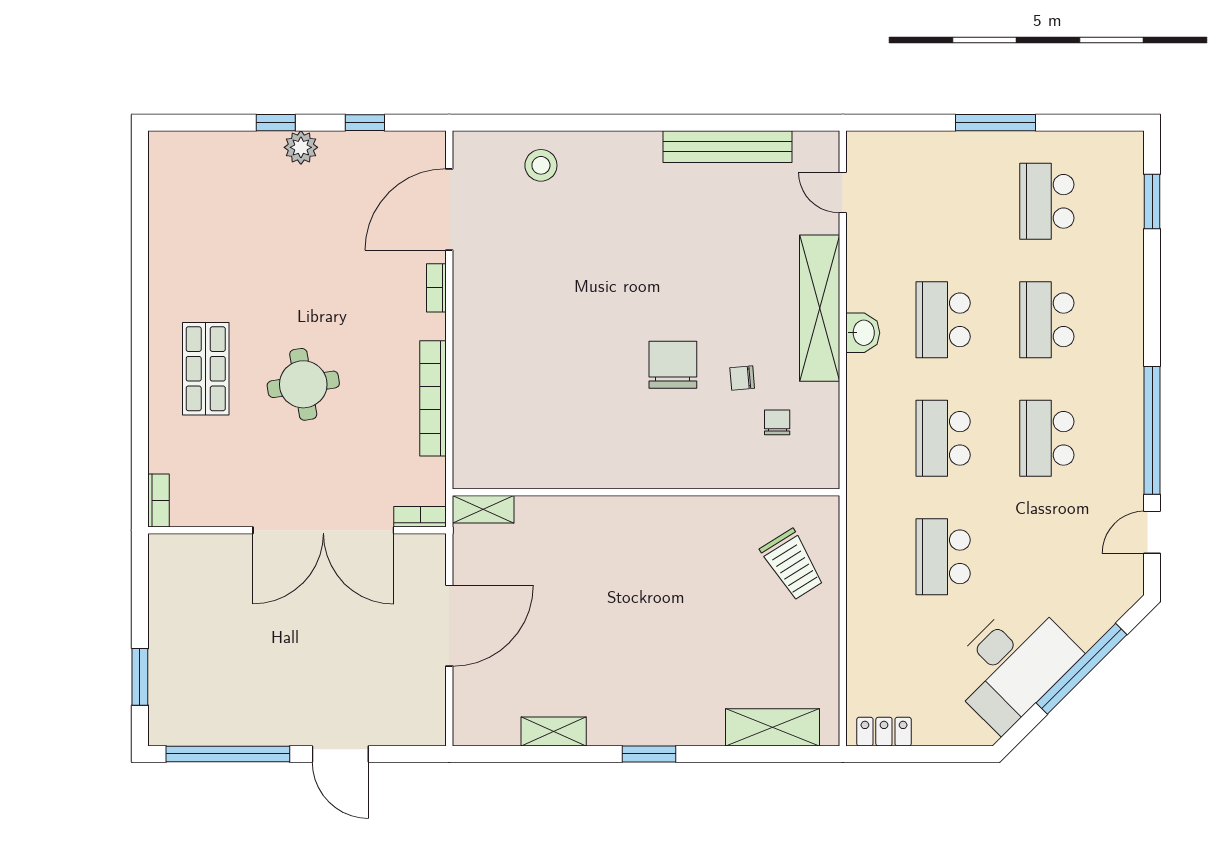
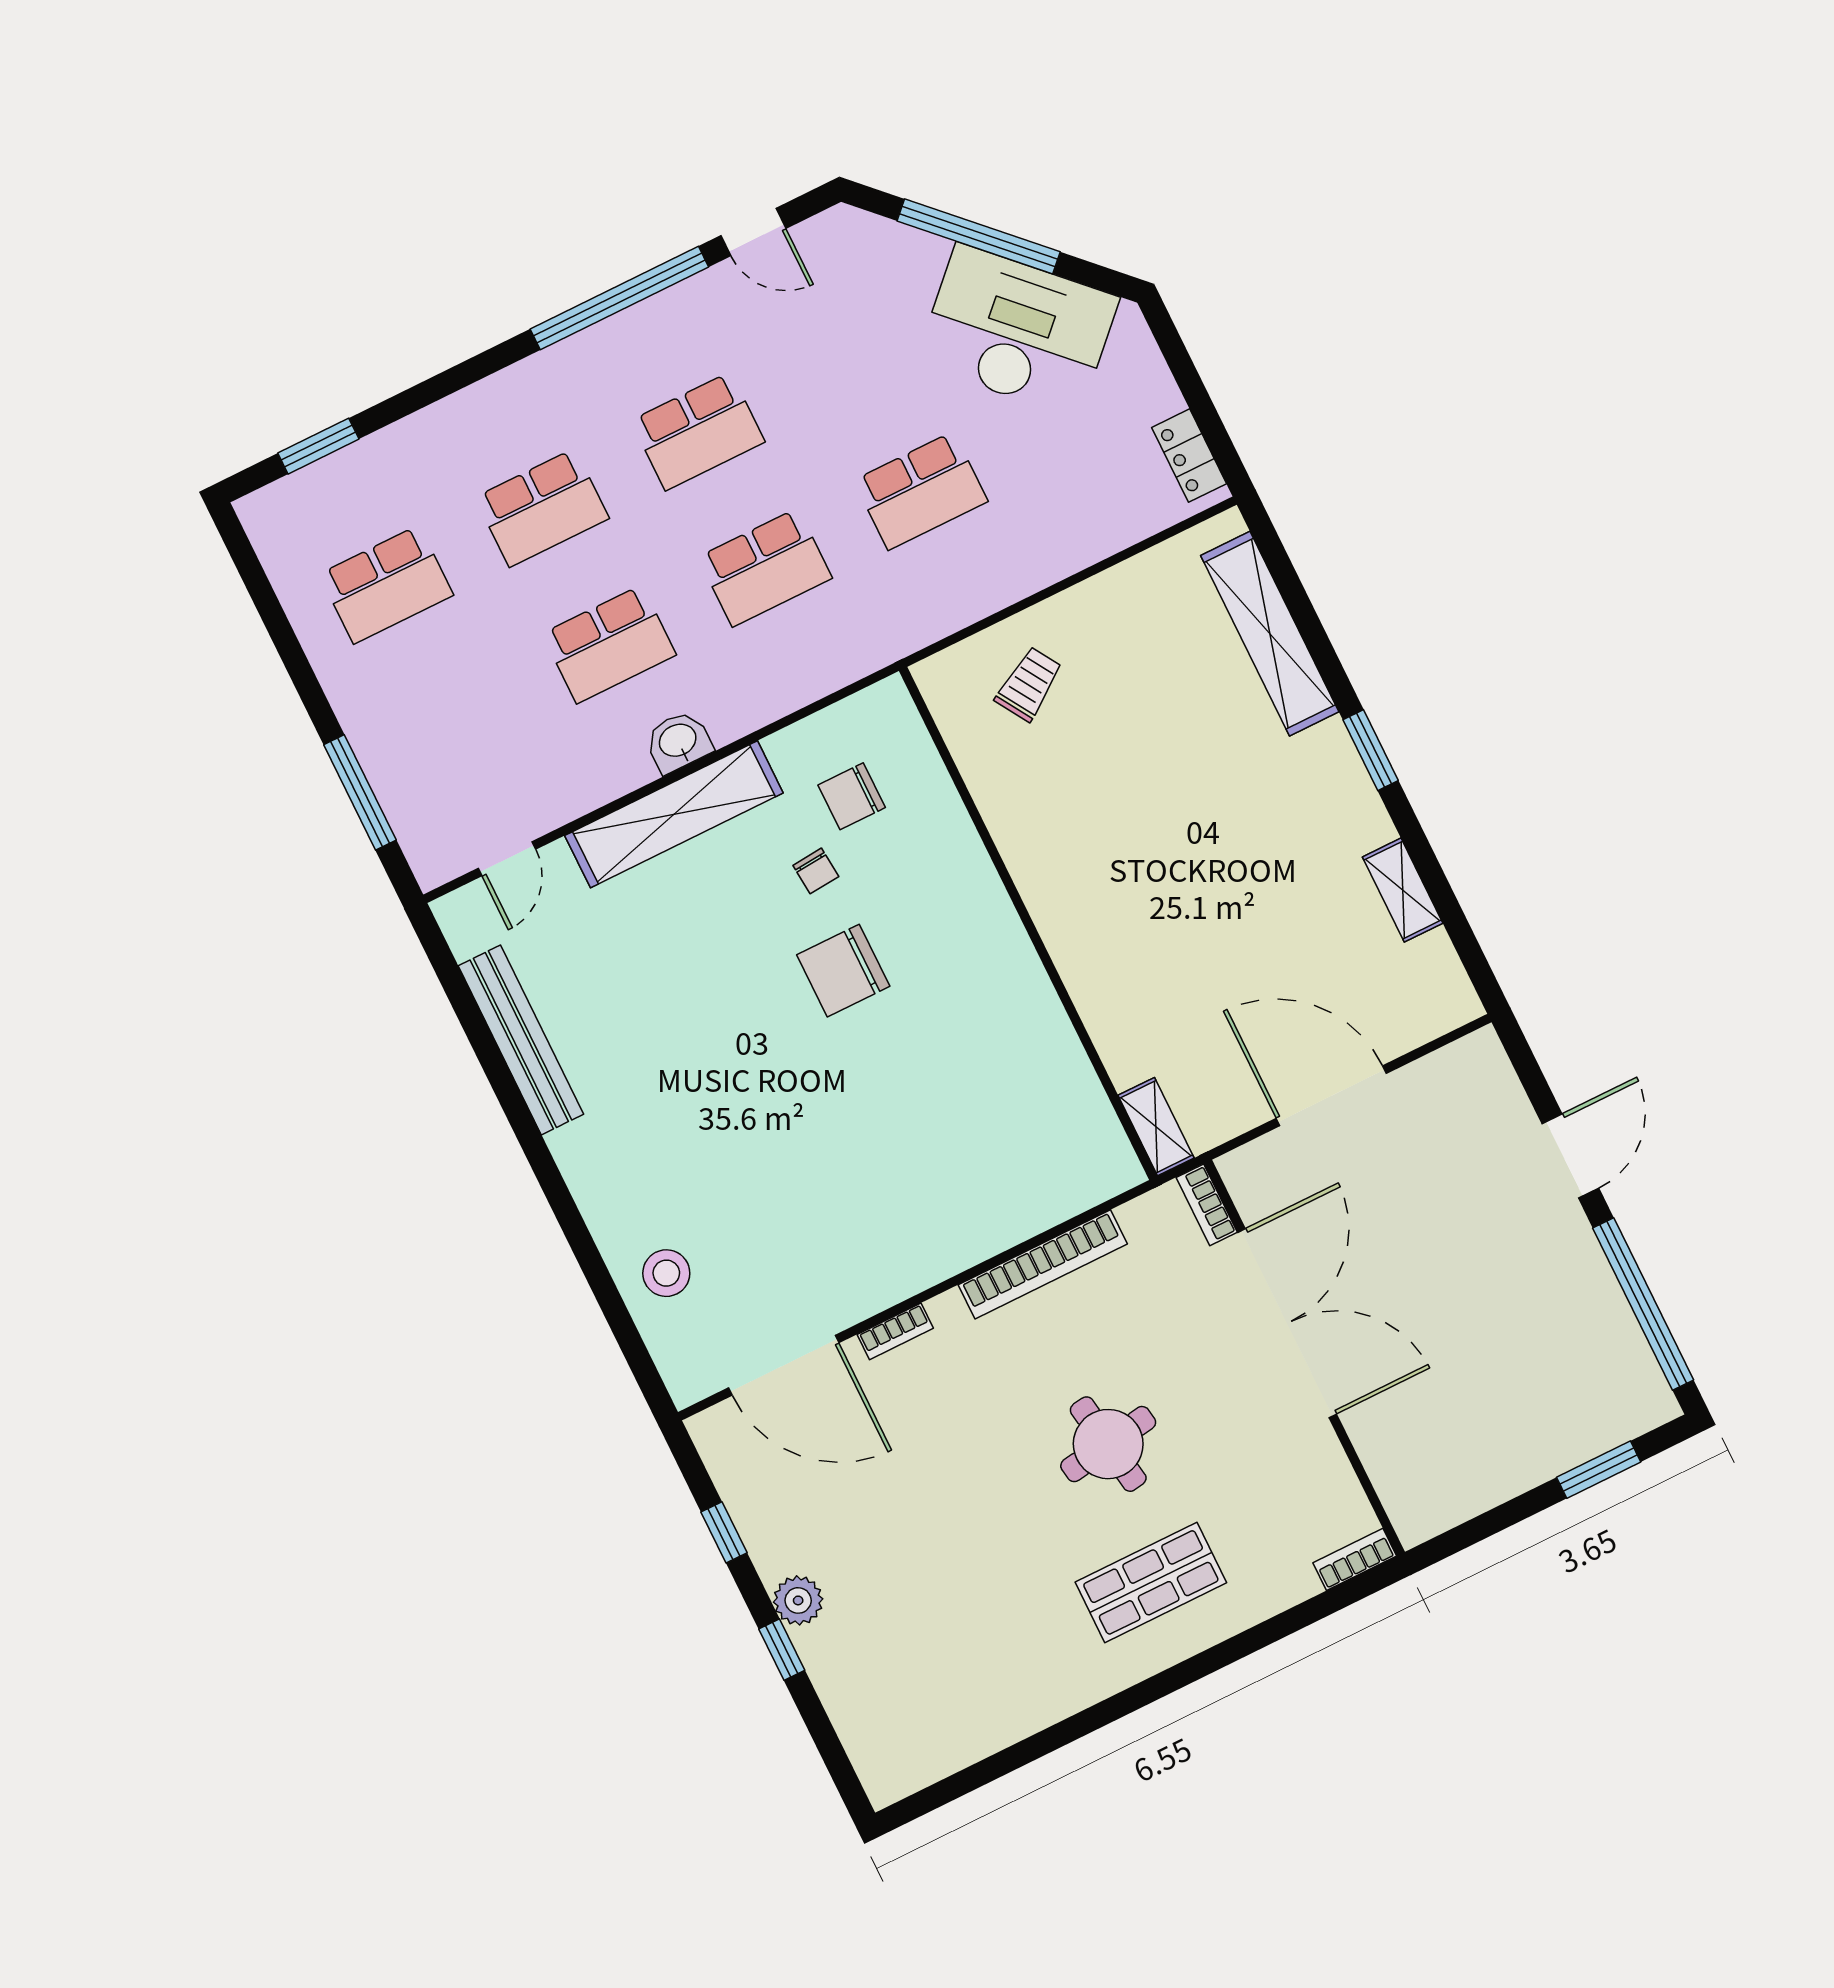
window: (995, 123) -> (360, 792), moved
chair: (777, 422) -> (852, 796), width x1.37, depth x1.37
trolley: (792, 565) -> (1029, 684), width x0.73, depth x0.72
shelving: (773, 727) -> (1270, 634), width x1.47

